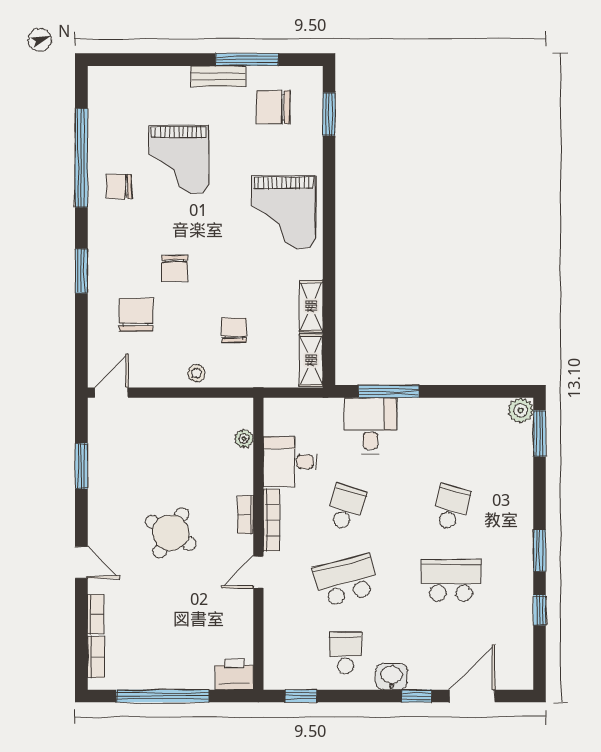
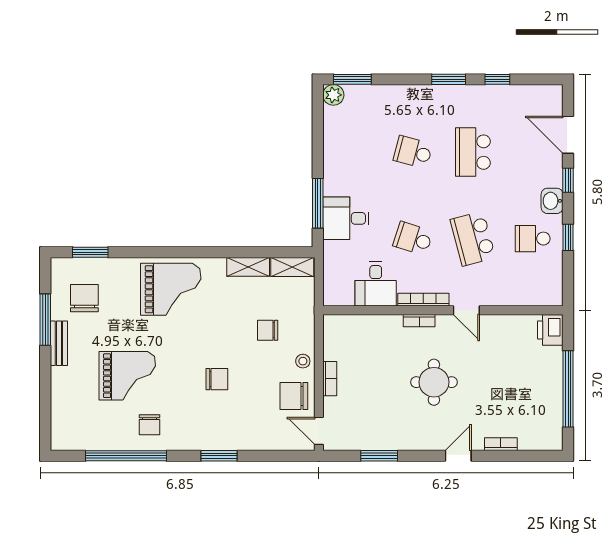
chair: (273, 107) -> (84, 298), turned 180
chair: (136, 315) -> (294, 396), moved
plant: (244, 439) -> (357, 322), removed
round table: (171, 533) -> (434, 382), turned -31
bookcase: (96, 657) -> (330, 379), moved, turned 90
window: (301, 696) -> (568, 237), moved

